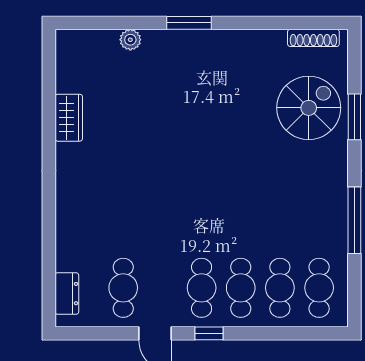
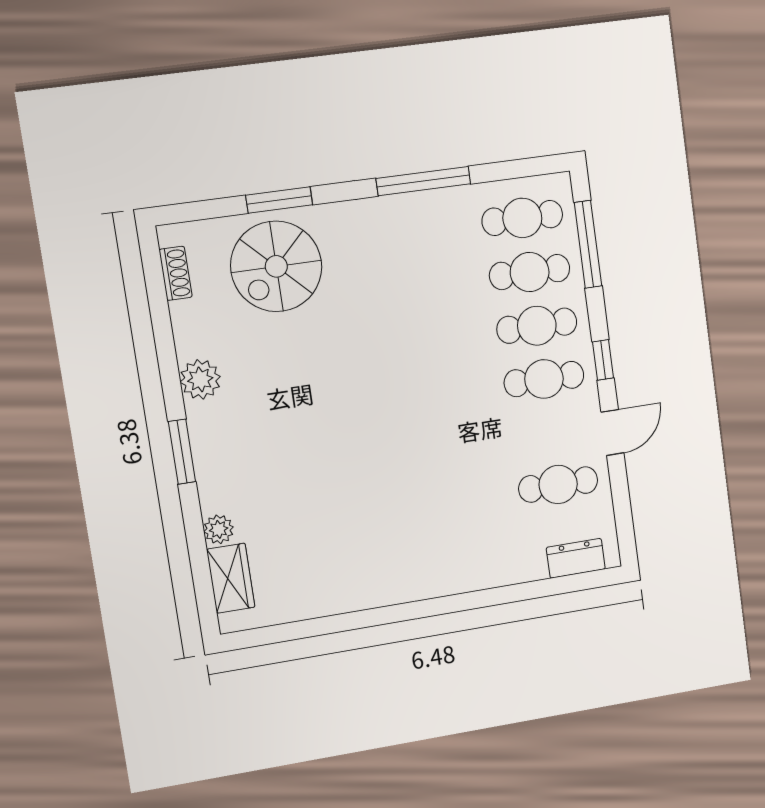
shoe rack: (313, 38) -> (176, 273), width x0.70
plant: (238, 43) -> (200, 379), added
spiral stairs: (309, 108) -> (276, 266), turned -90
wardrobe: (69, 118) -> (231, 578), moved, turned 90
window: (294, 333) -> (588, 244), added

